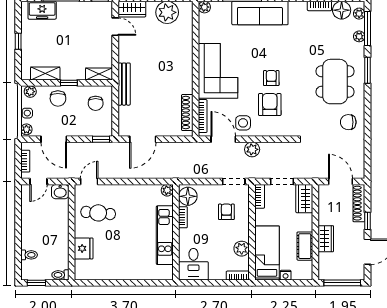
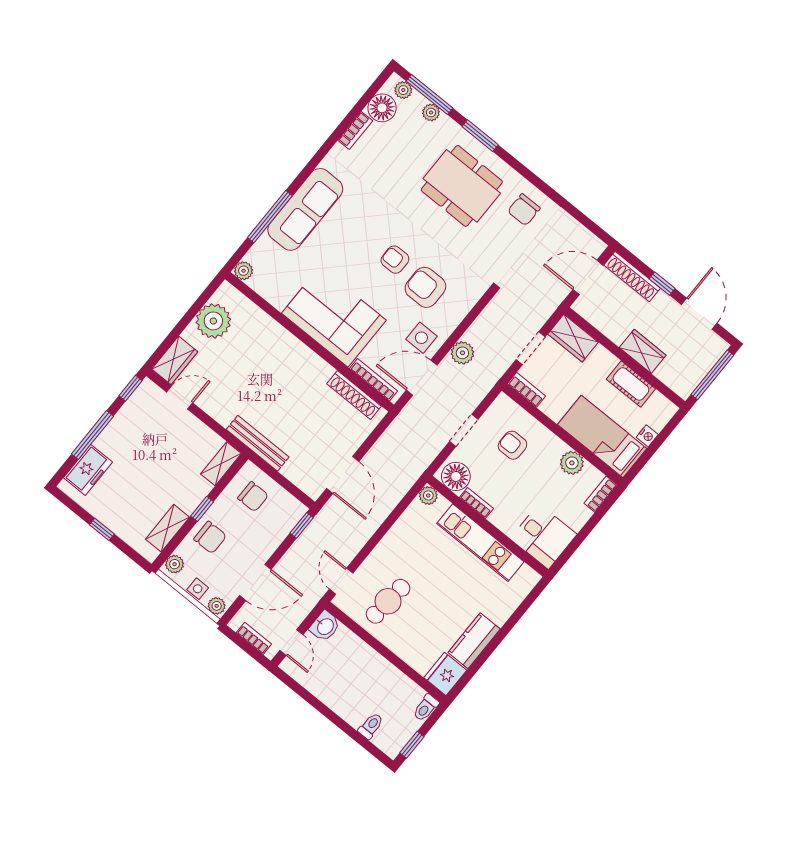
doorway: (234, 181) -> (464, 430), moved
fridge: (84, 248) -> (445, 674), moved, turned -90
kitchen counter: (113, 272) -> (474, 641), added

